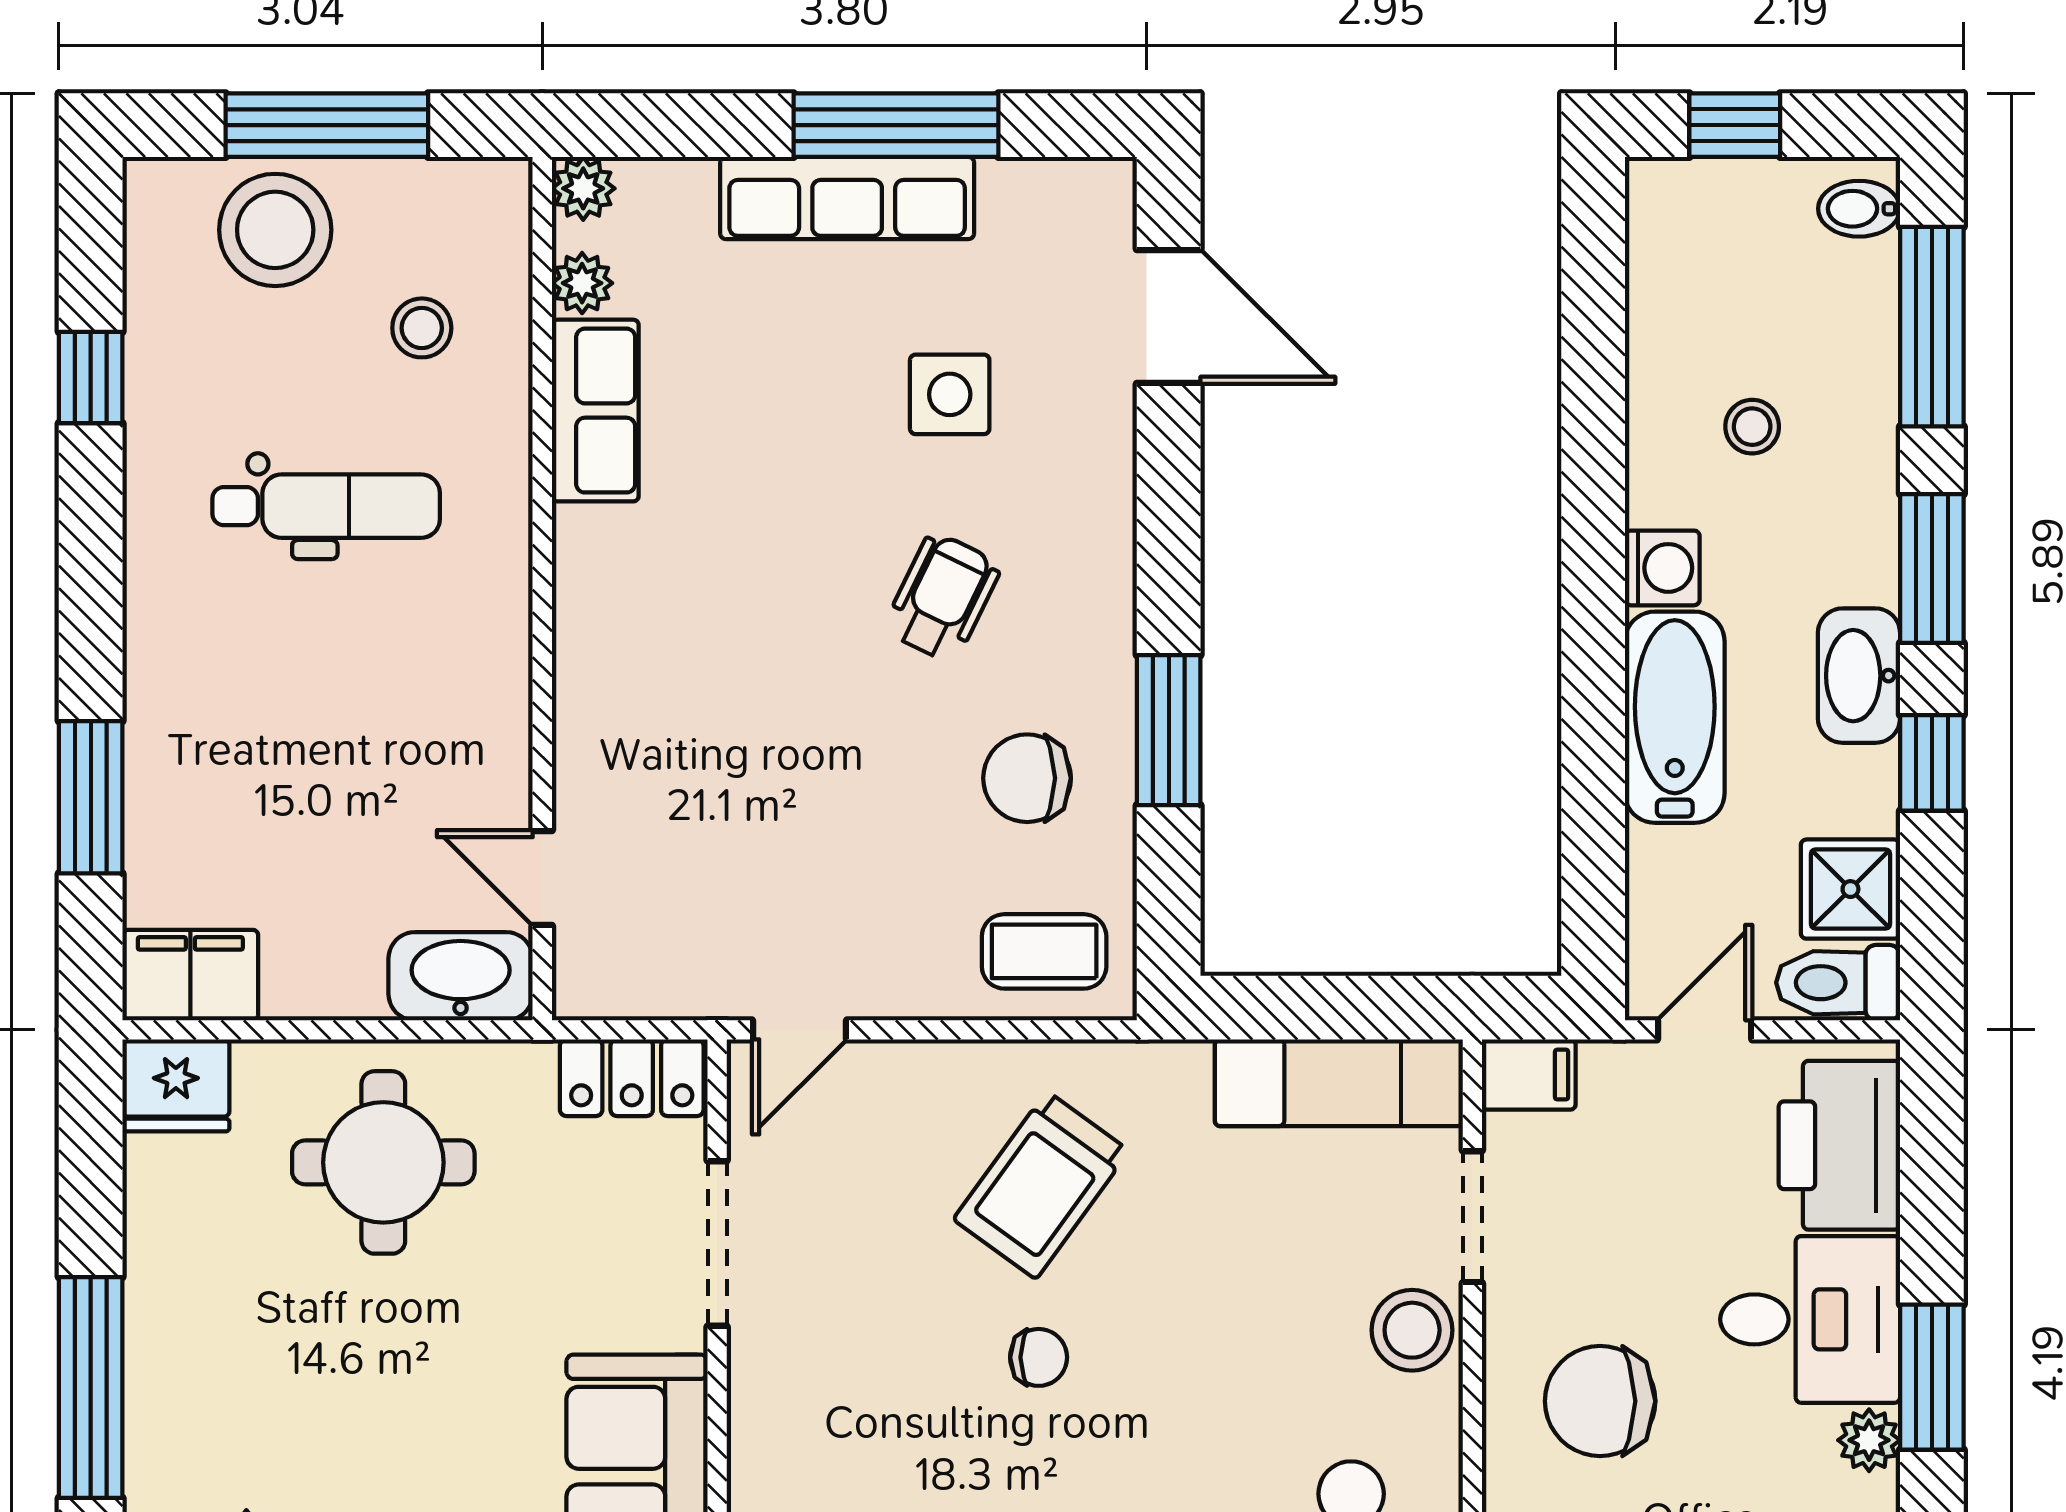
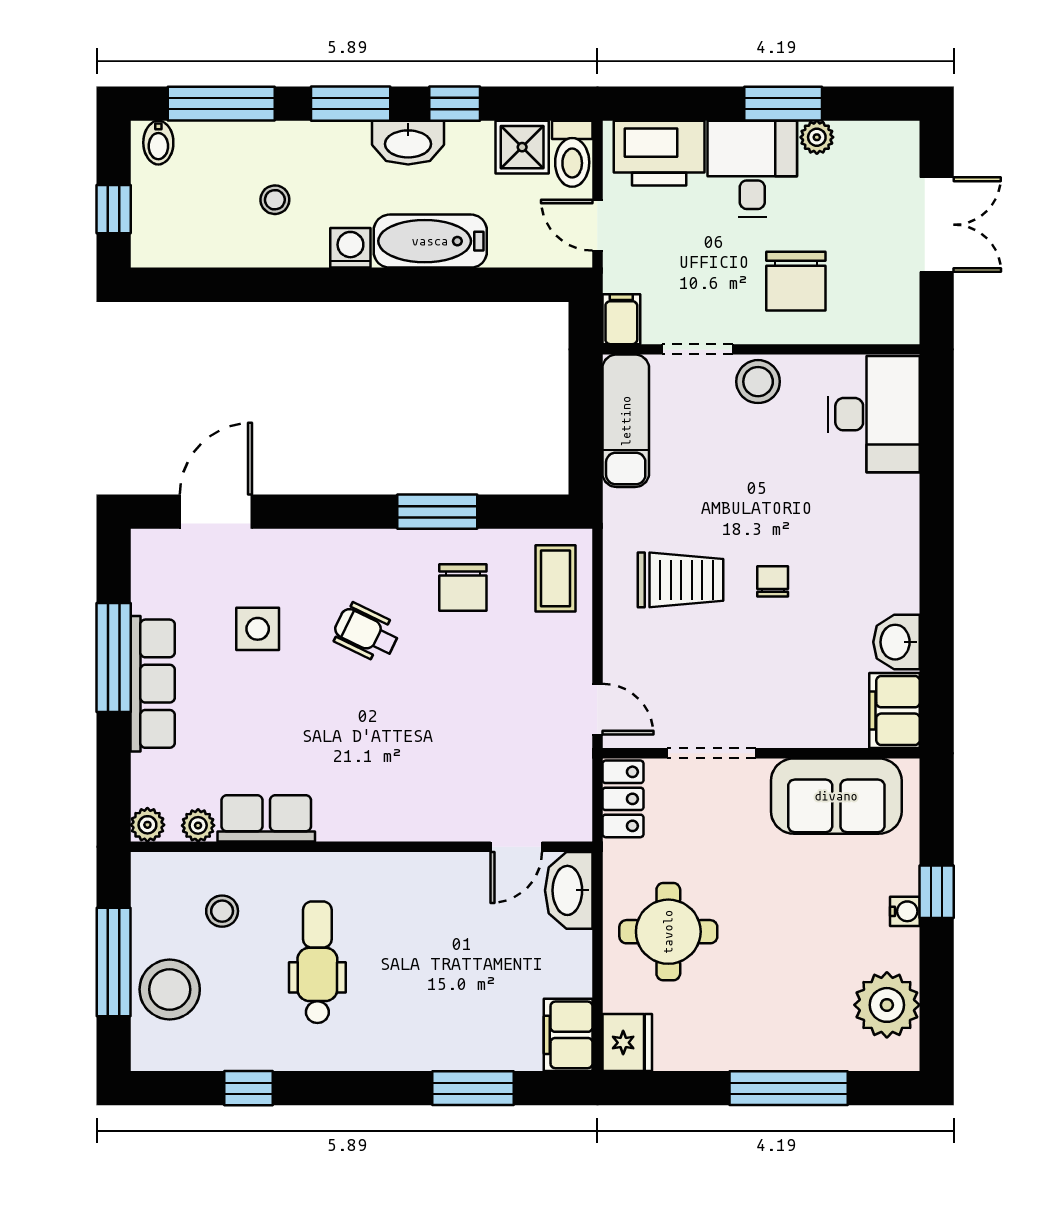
trolley: (1041, 1185) -> (680, 580), turned -36

